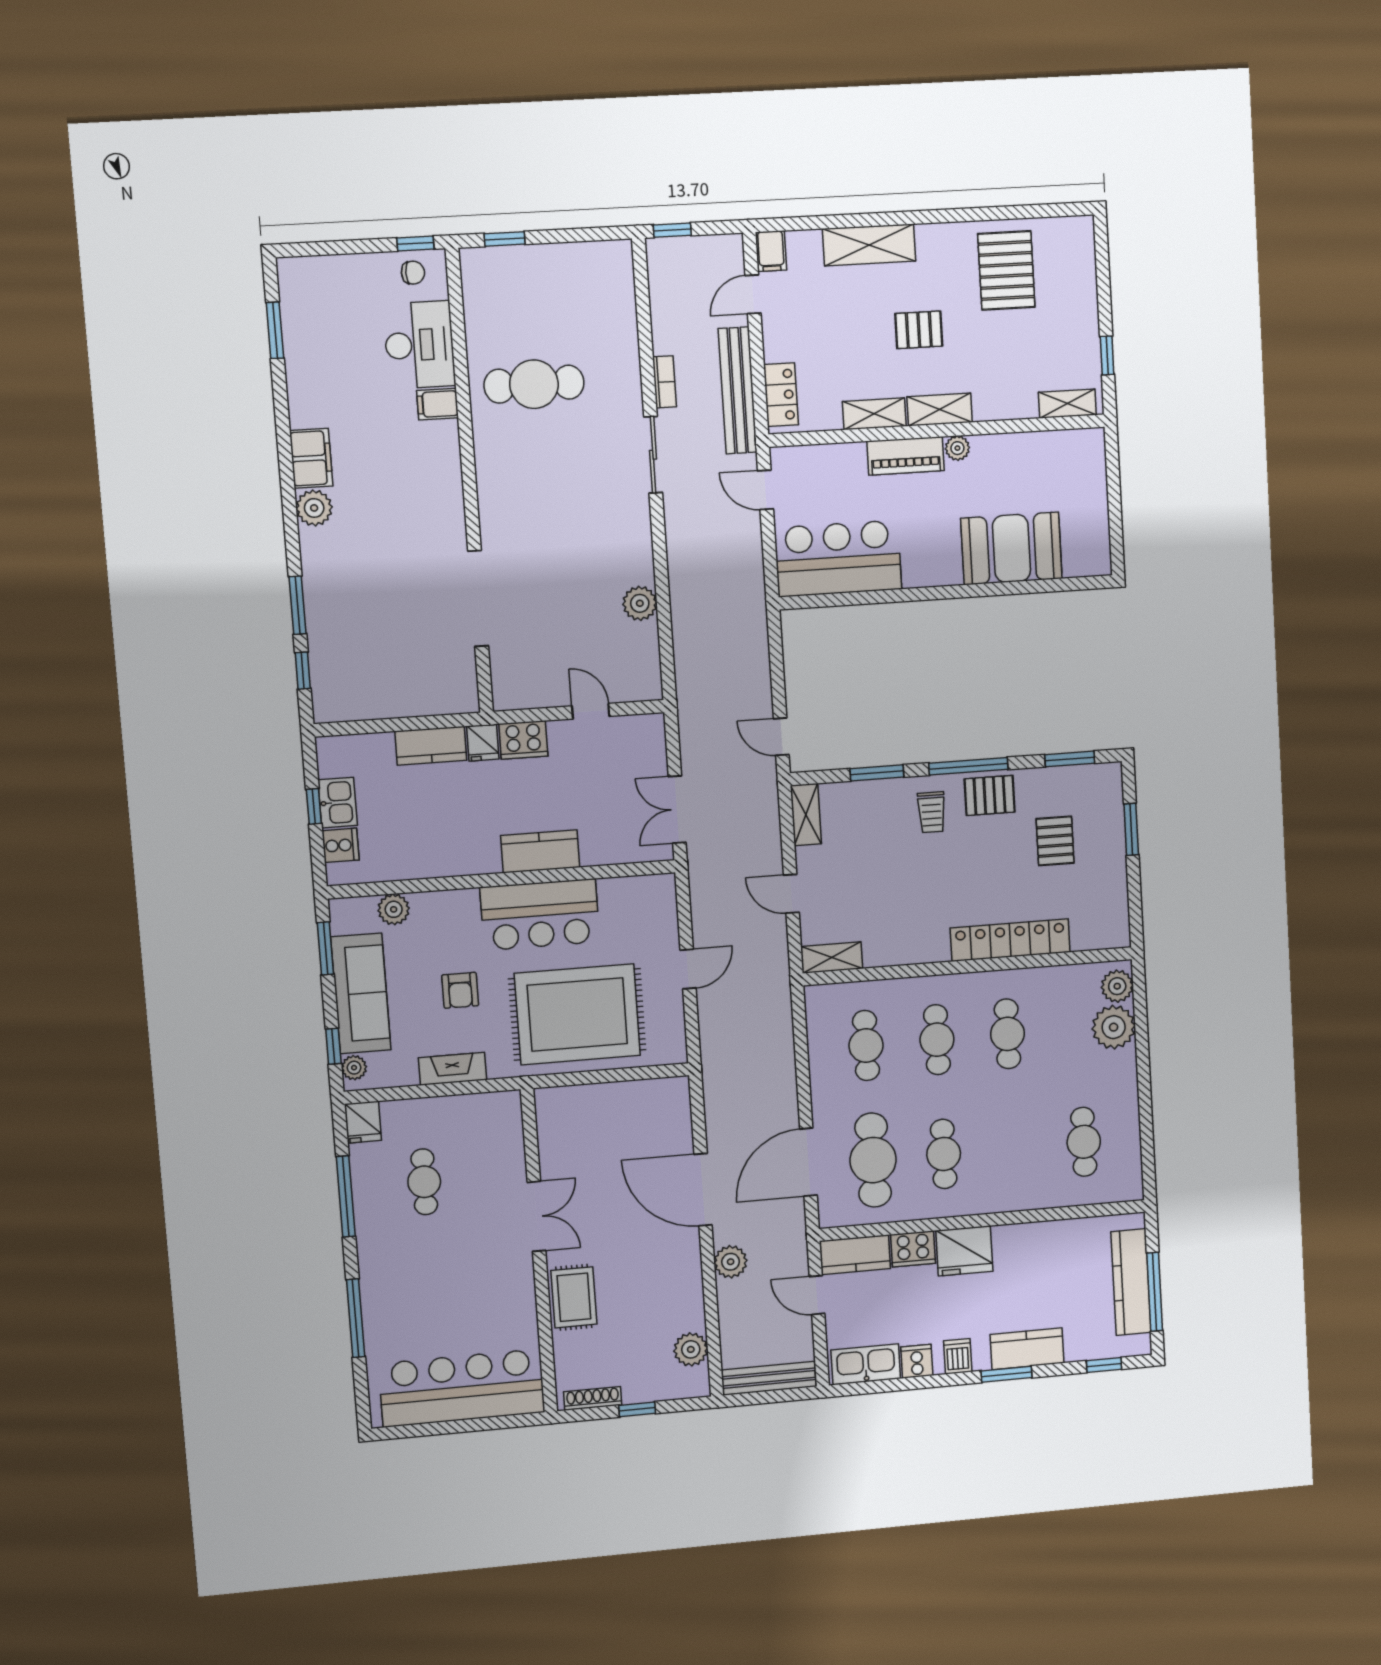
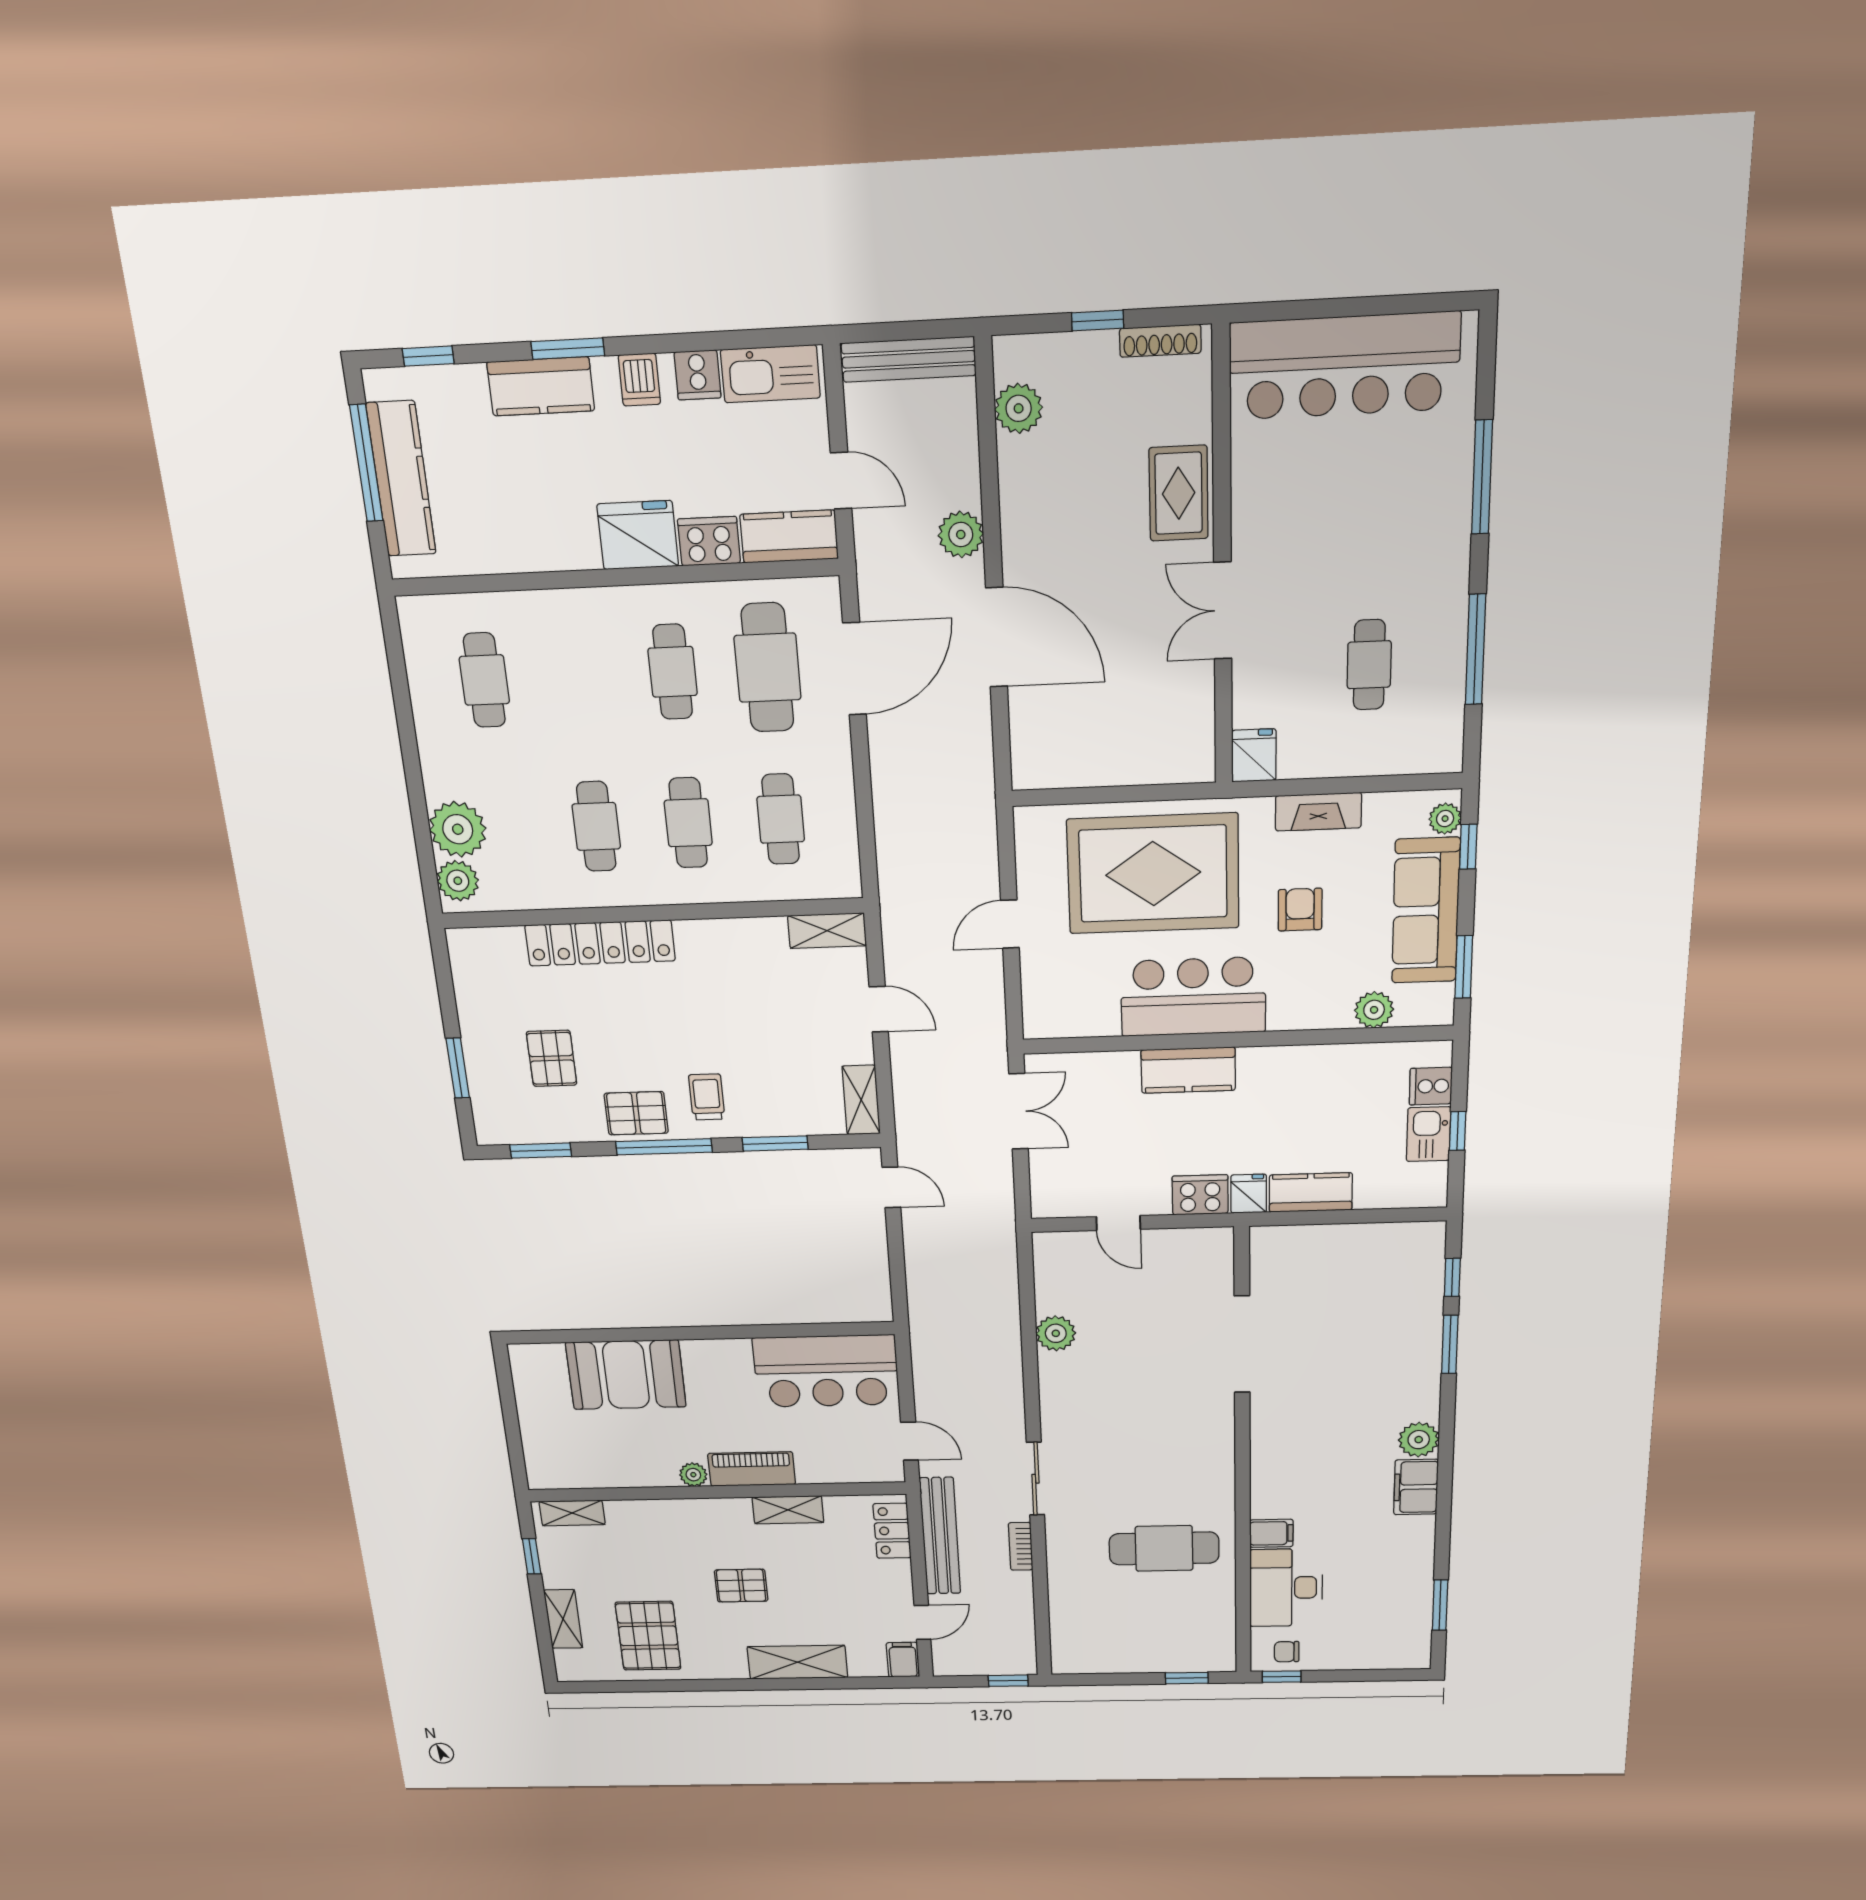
shelving: (940, 410) -> (563, 1619), moved, turned 90
fridge: (363, 1122) -> (1254, 755), moved

